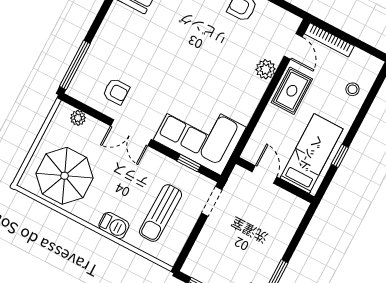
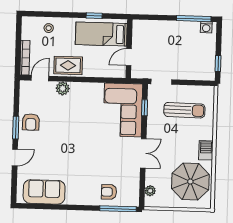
armchair: (116, 91) -> (109, 192), moved, turned -90
barbecue: (114, 225) -> (206, 150), moved

